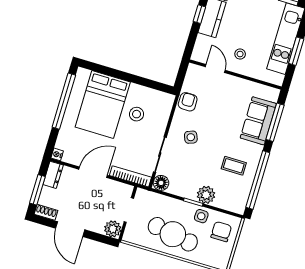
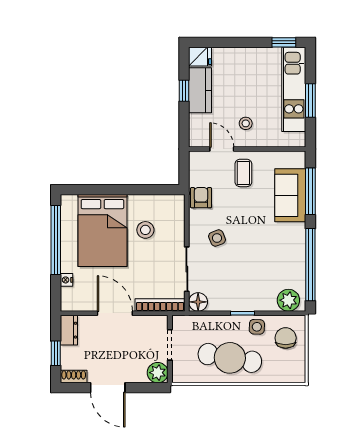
nightstand: (57, 154) -> (67, 280), moved
coffee table: (234, 166) -> (243, 173), moved, turned 90
door: (93, 172) -> (115, 313), hinge flipped
window: (37, 190) -> (56, 353), width x0.67
plant: (206, 195) -> (288, 300), moved

